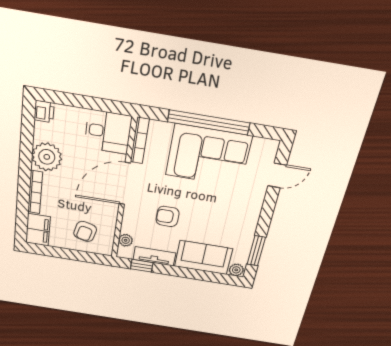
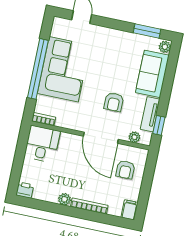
bookcase: (140, 141) -> (44, 119), width x0.64
plant: (47, 157) -> (64, 199), width x0.53, depth x0.53
door: (125, 184) -> (101, 138), moved
filing cabinet: (38, 230) -> (129, 210), width x0.50
armchair: (85, 231) -> (125, 170), turned 76

